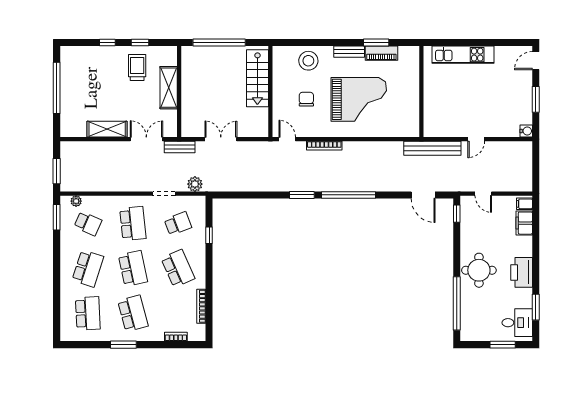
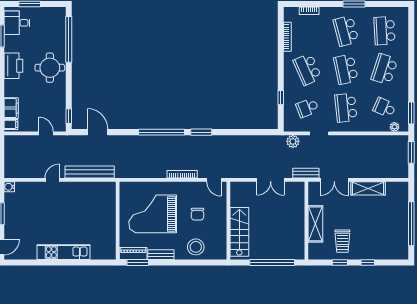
wall: (421, 91) -> (118, 221), moved

